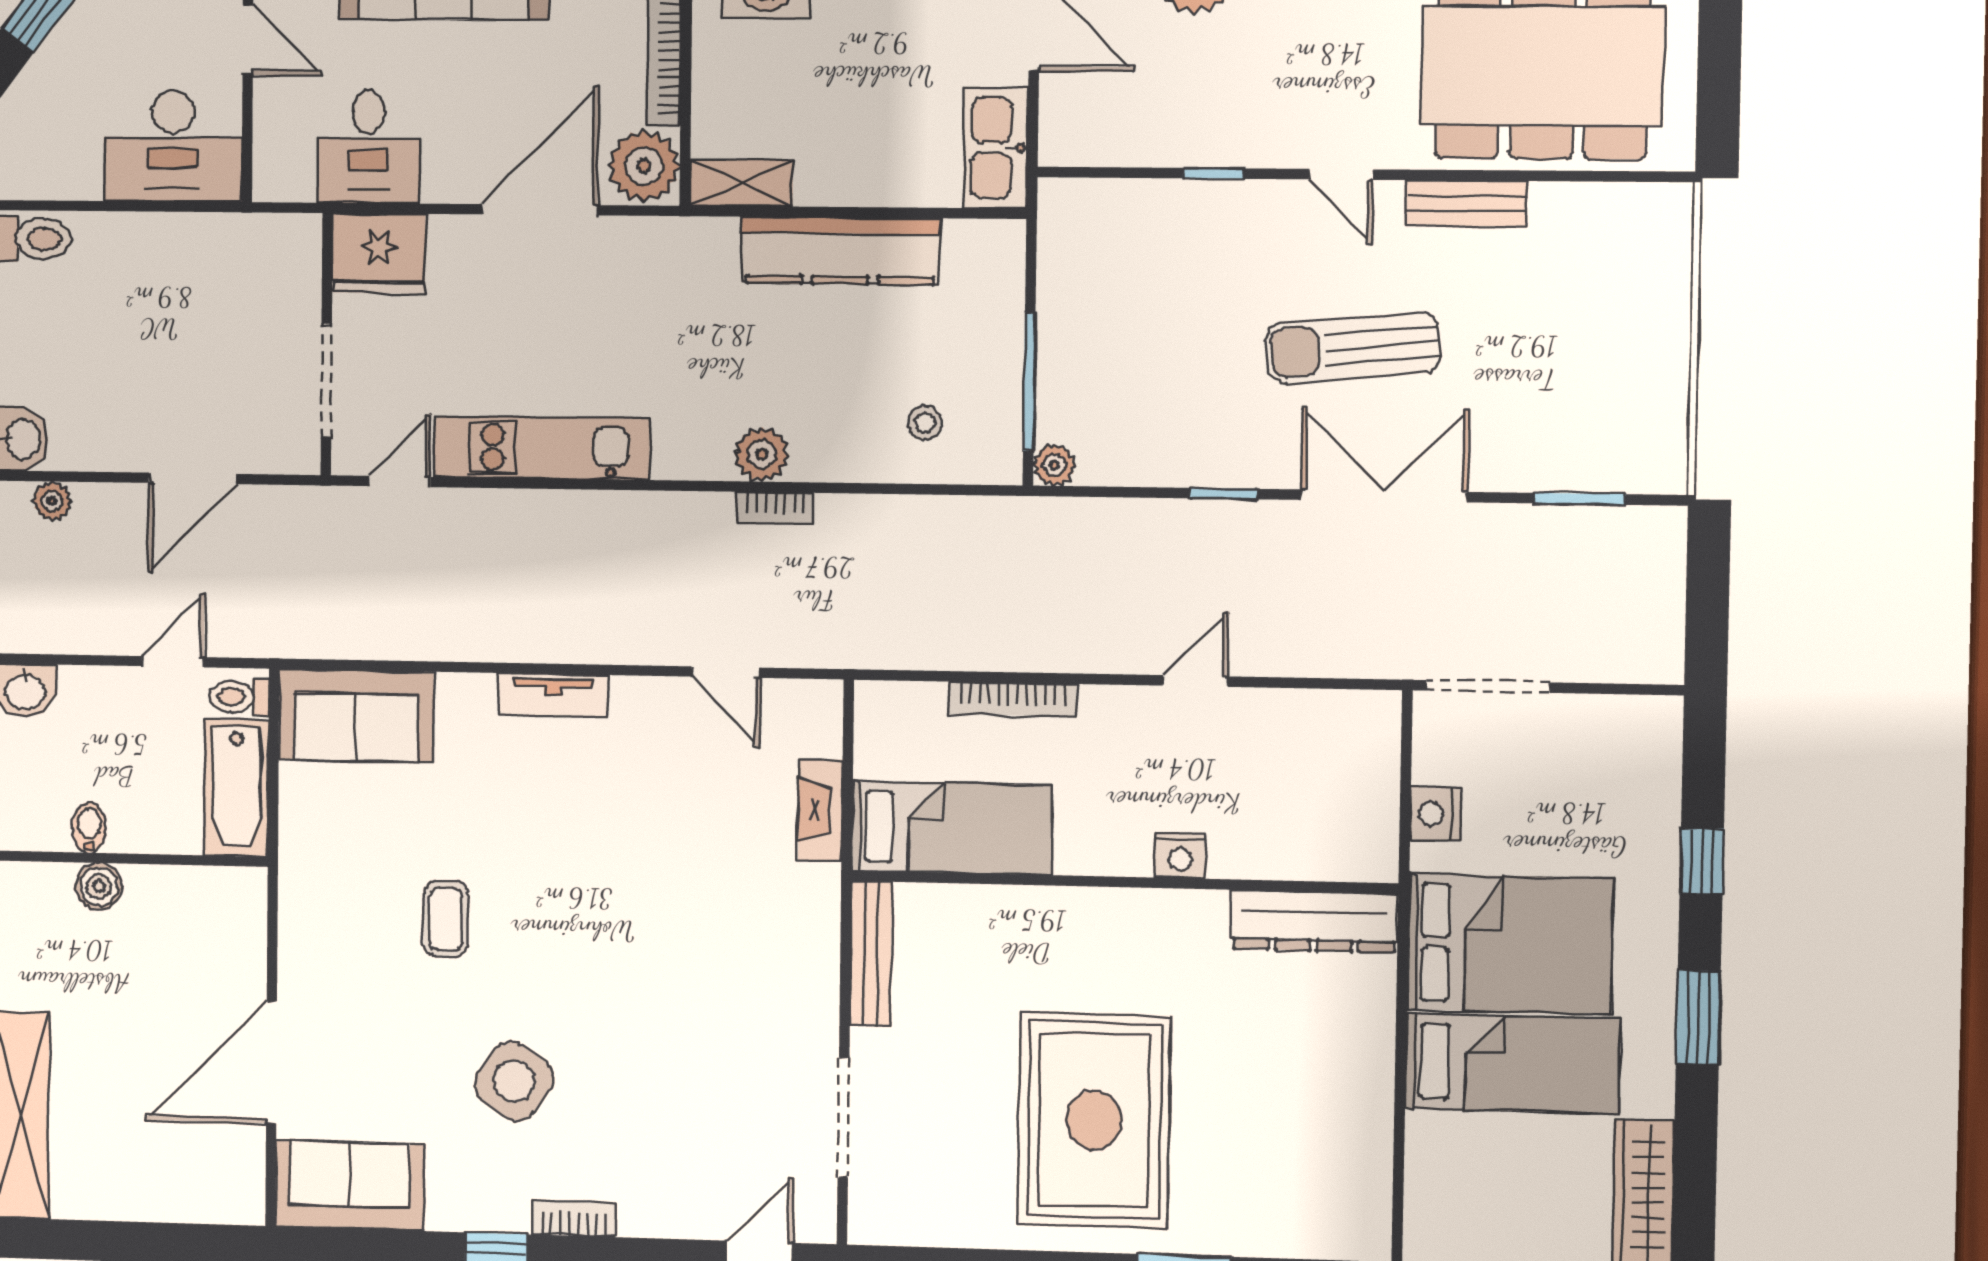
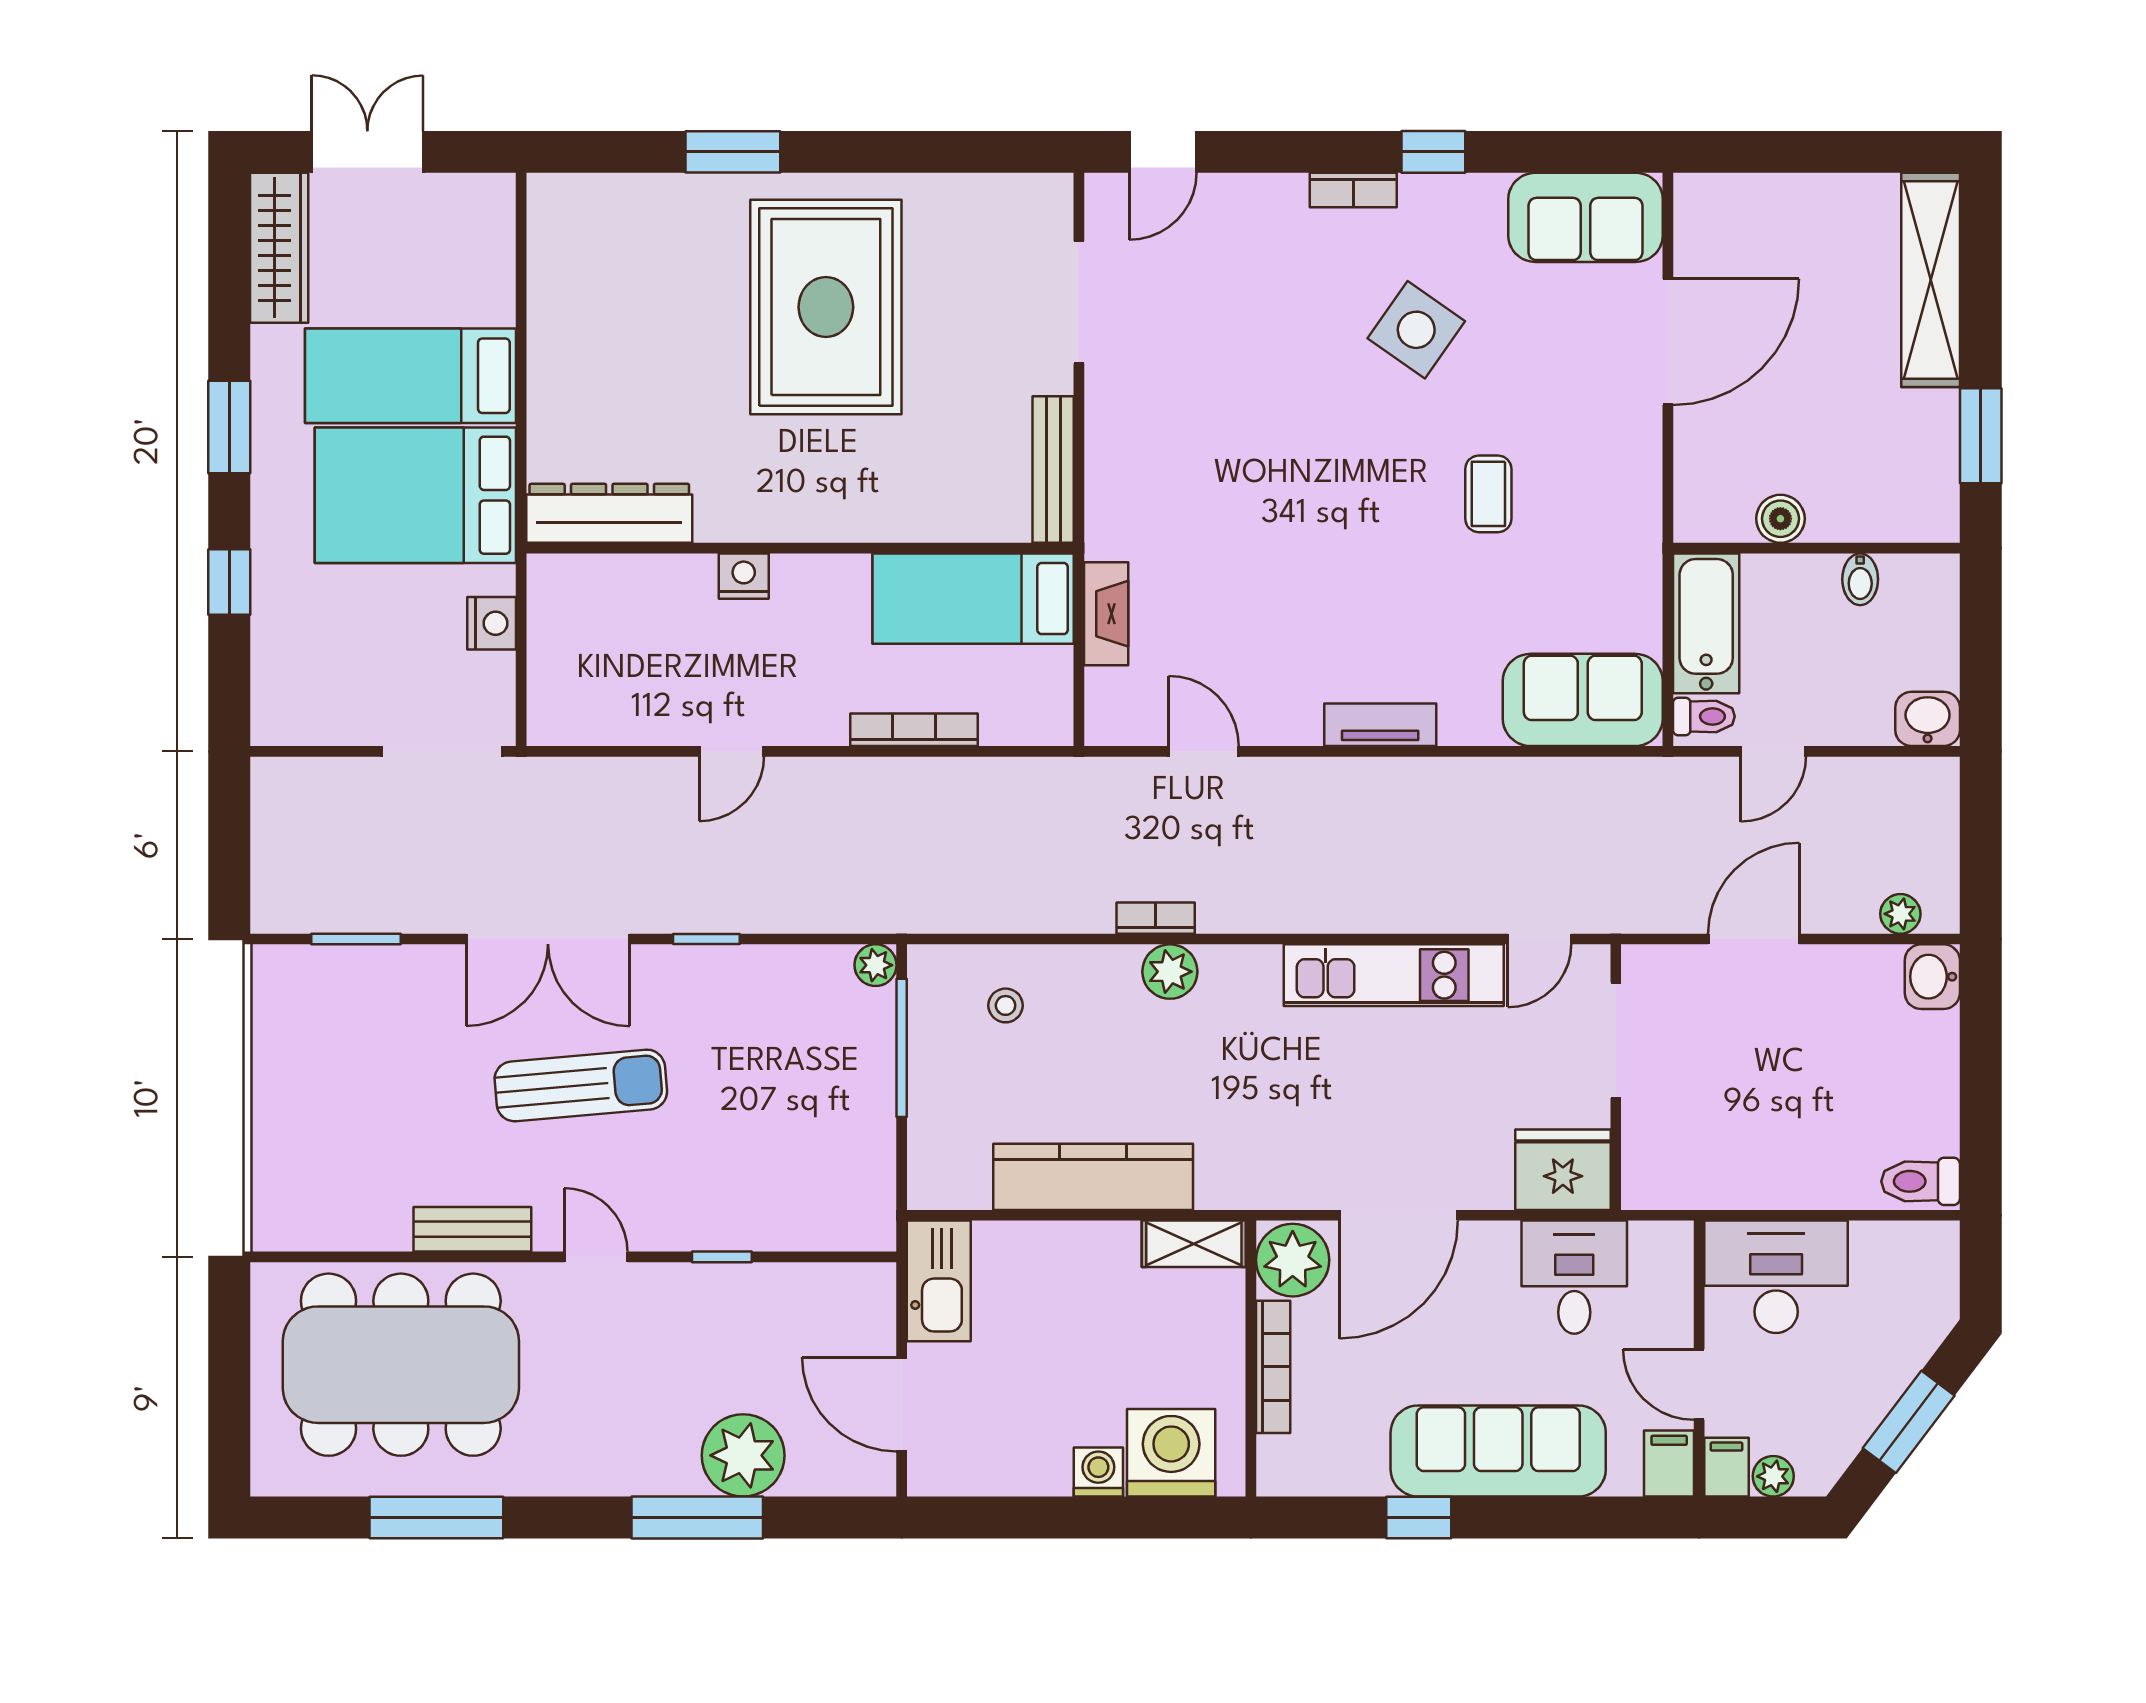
boiler: (99, 886) -> (1780, 519), moved

